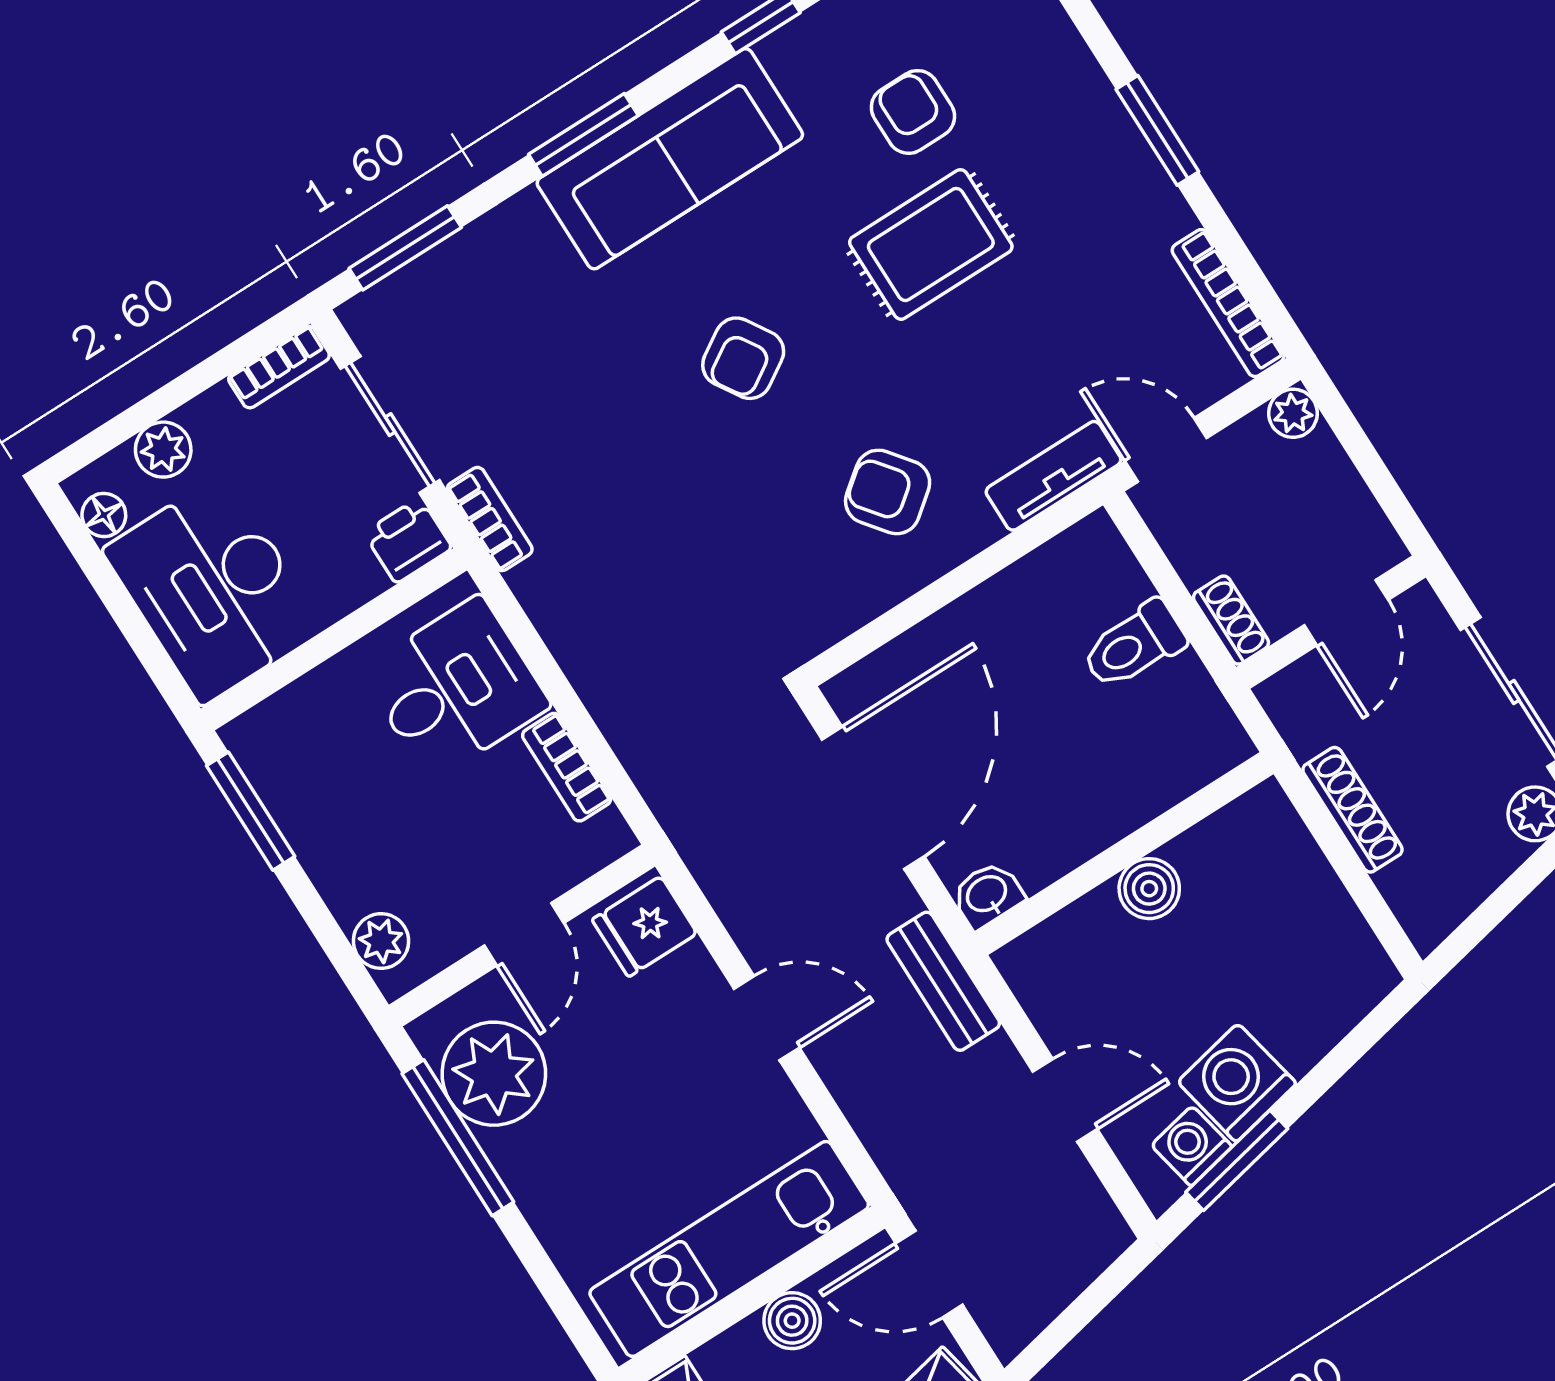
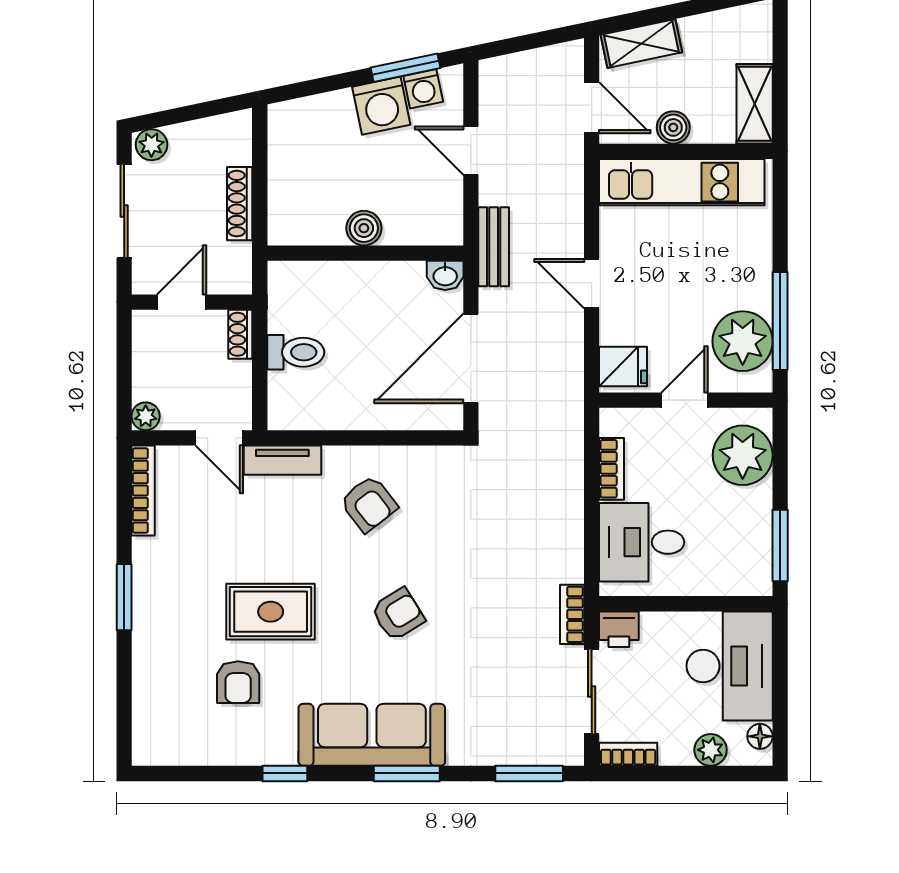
plant: (381, 941) -> (743, 455), width x1.88, depth x1.88

